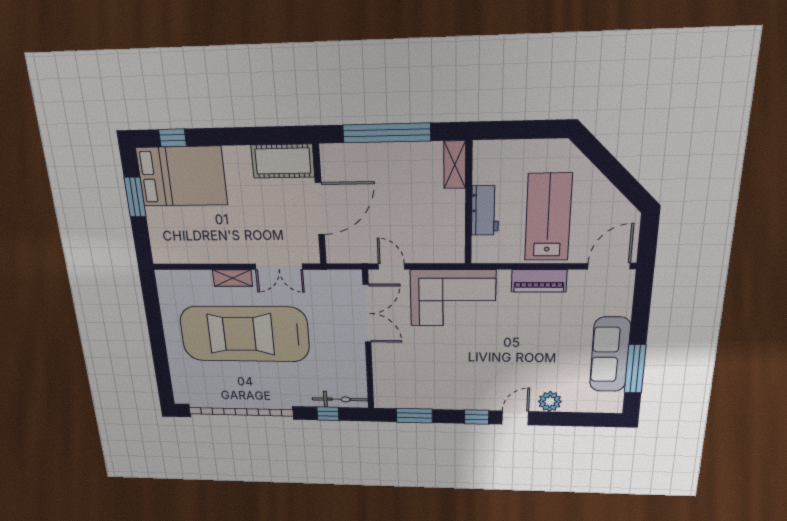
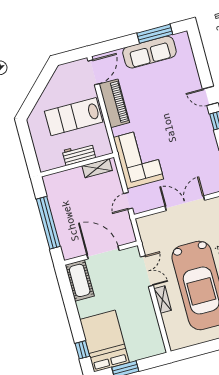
shelving: (455, 165) -> (97, 168), moved
door: (609, 266) -> (94, 72), swing flipped
piano: (539, 281) -> (114, 103), width x1.37, depth x1.33
double door: (367, 313) -> (185, 203), moved
plant: (550, 401) -> (192, 78), removed

